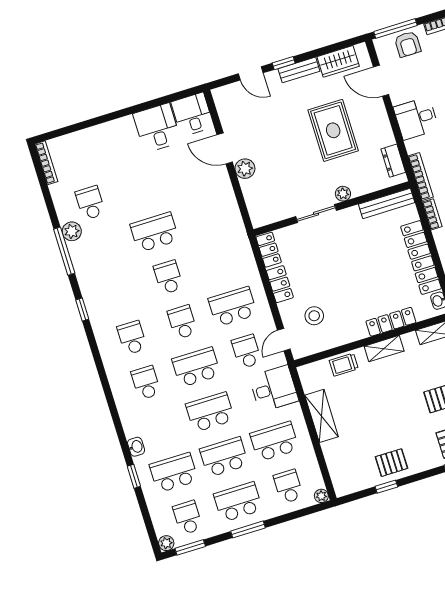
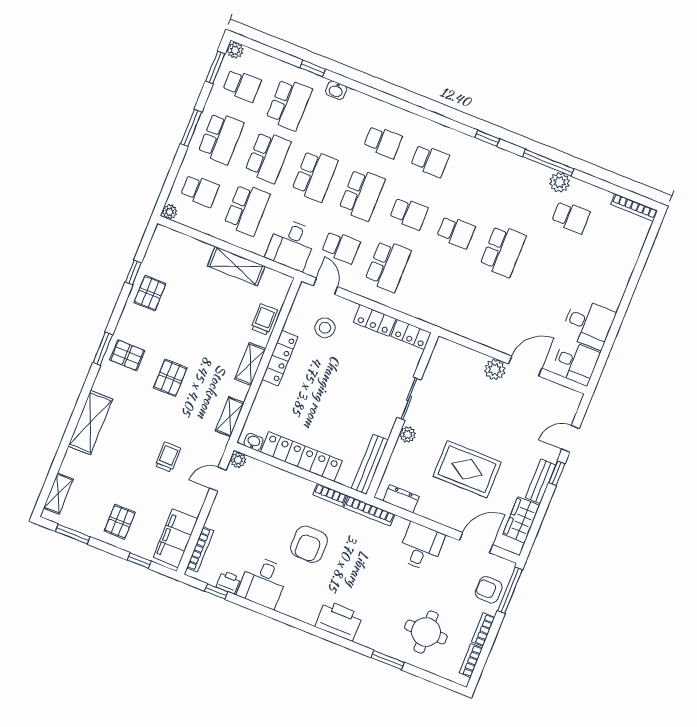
locker: (391, 322) -> (280, 358), moved

